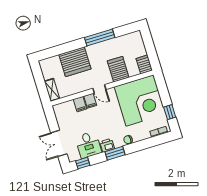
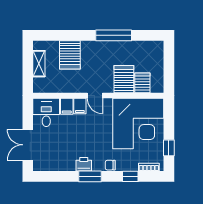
server rack: (75, 62) -> (70, 55), width x0.62
server rack: (144, 64) -> (142, 83), moved
shelving: (52, 90) -> (39, 64), moved
desk: (88, 145) -> (46, 112), moved, turned 180
window: (83, 163) -> (130, 176), moved

